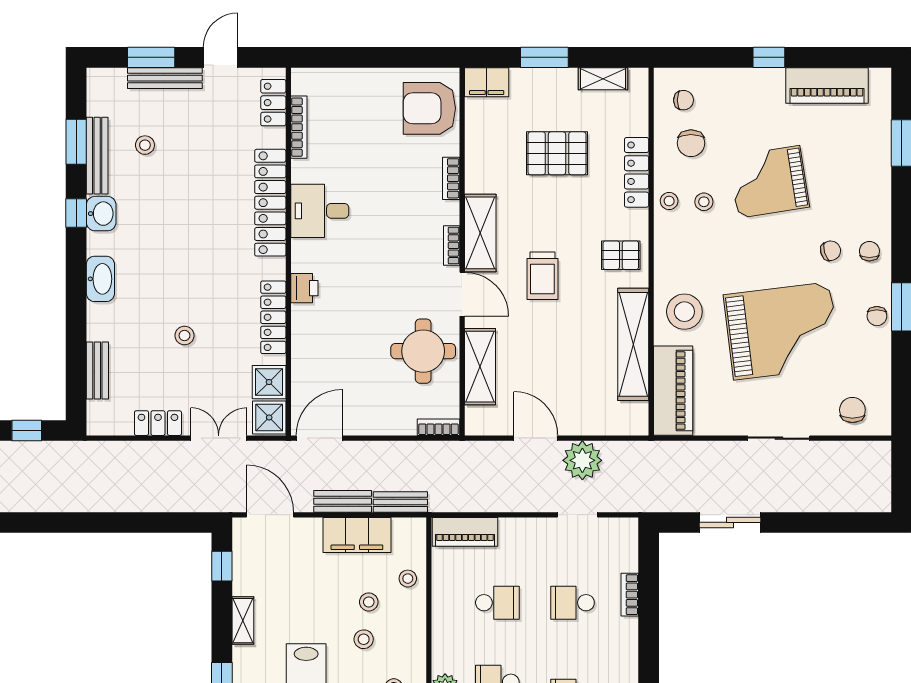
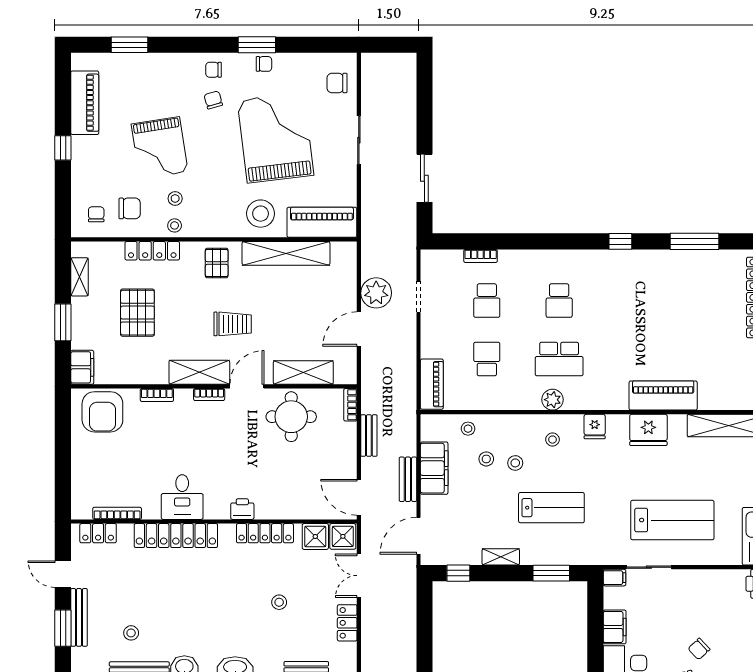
bench: (400, 502) -> (369, 435), moved

